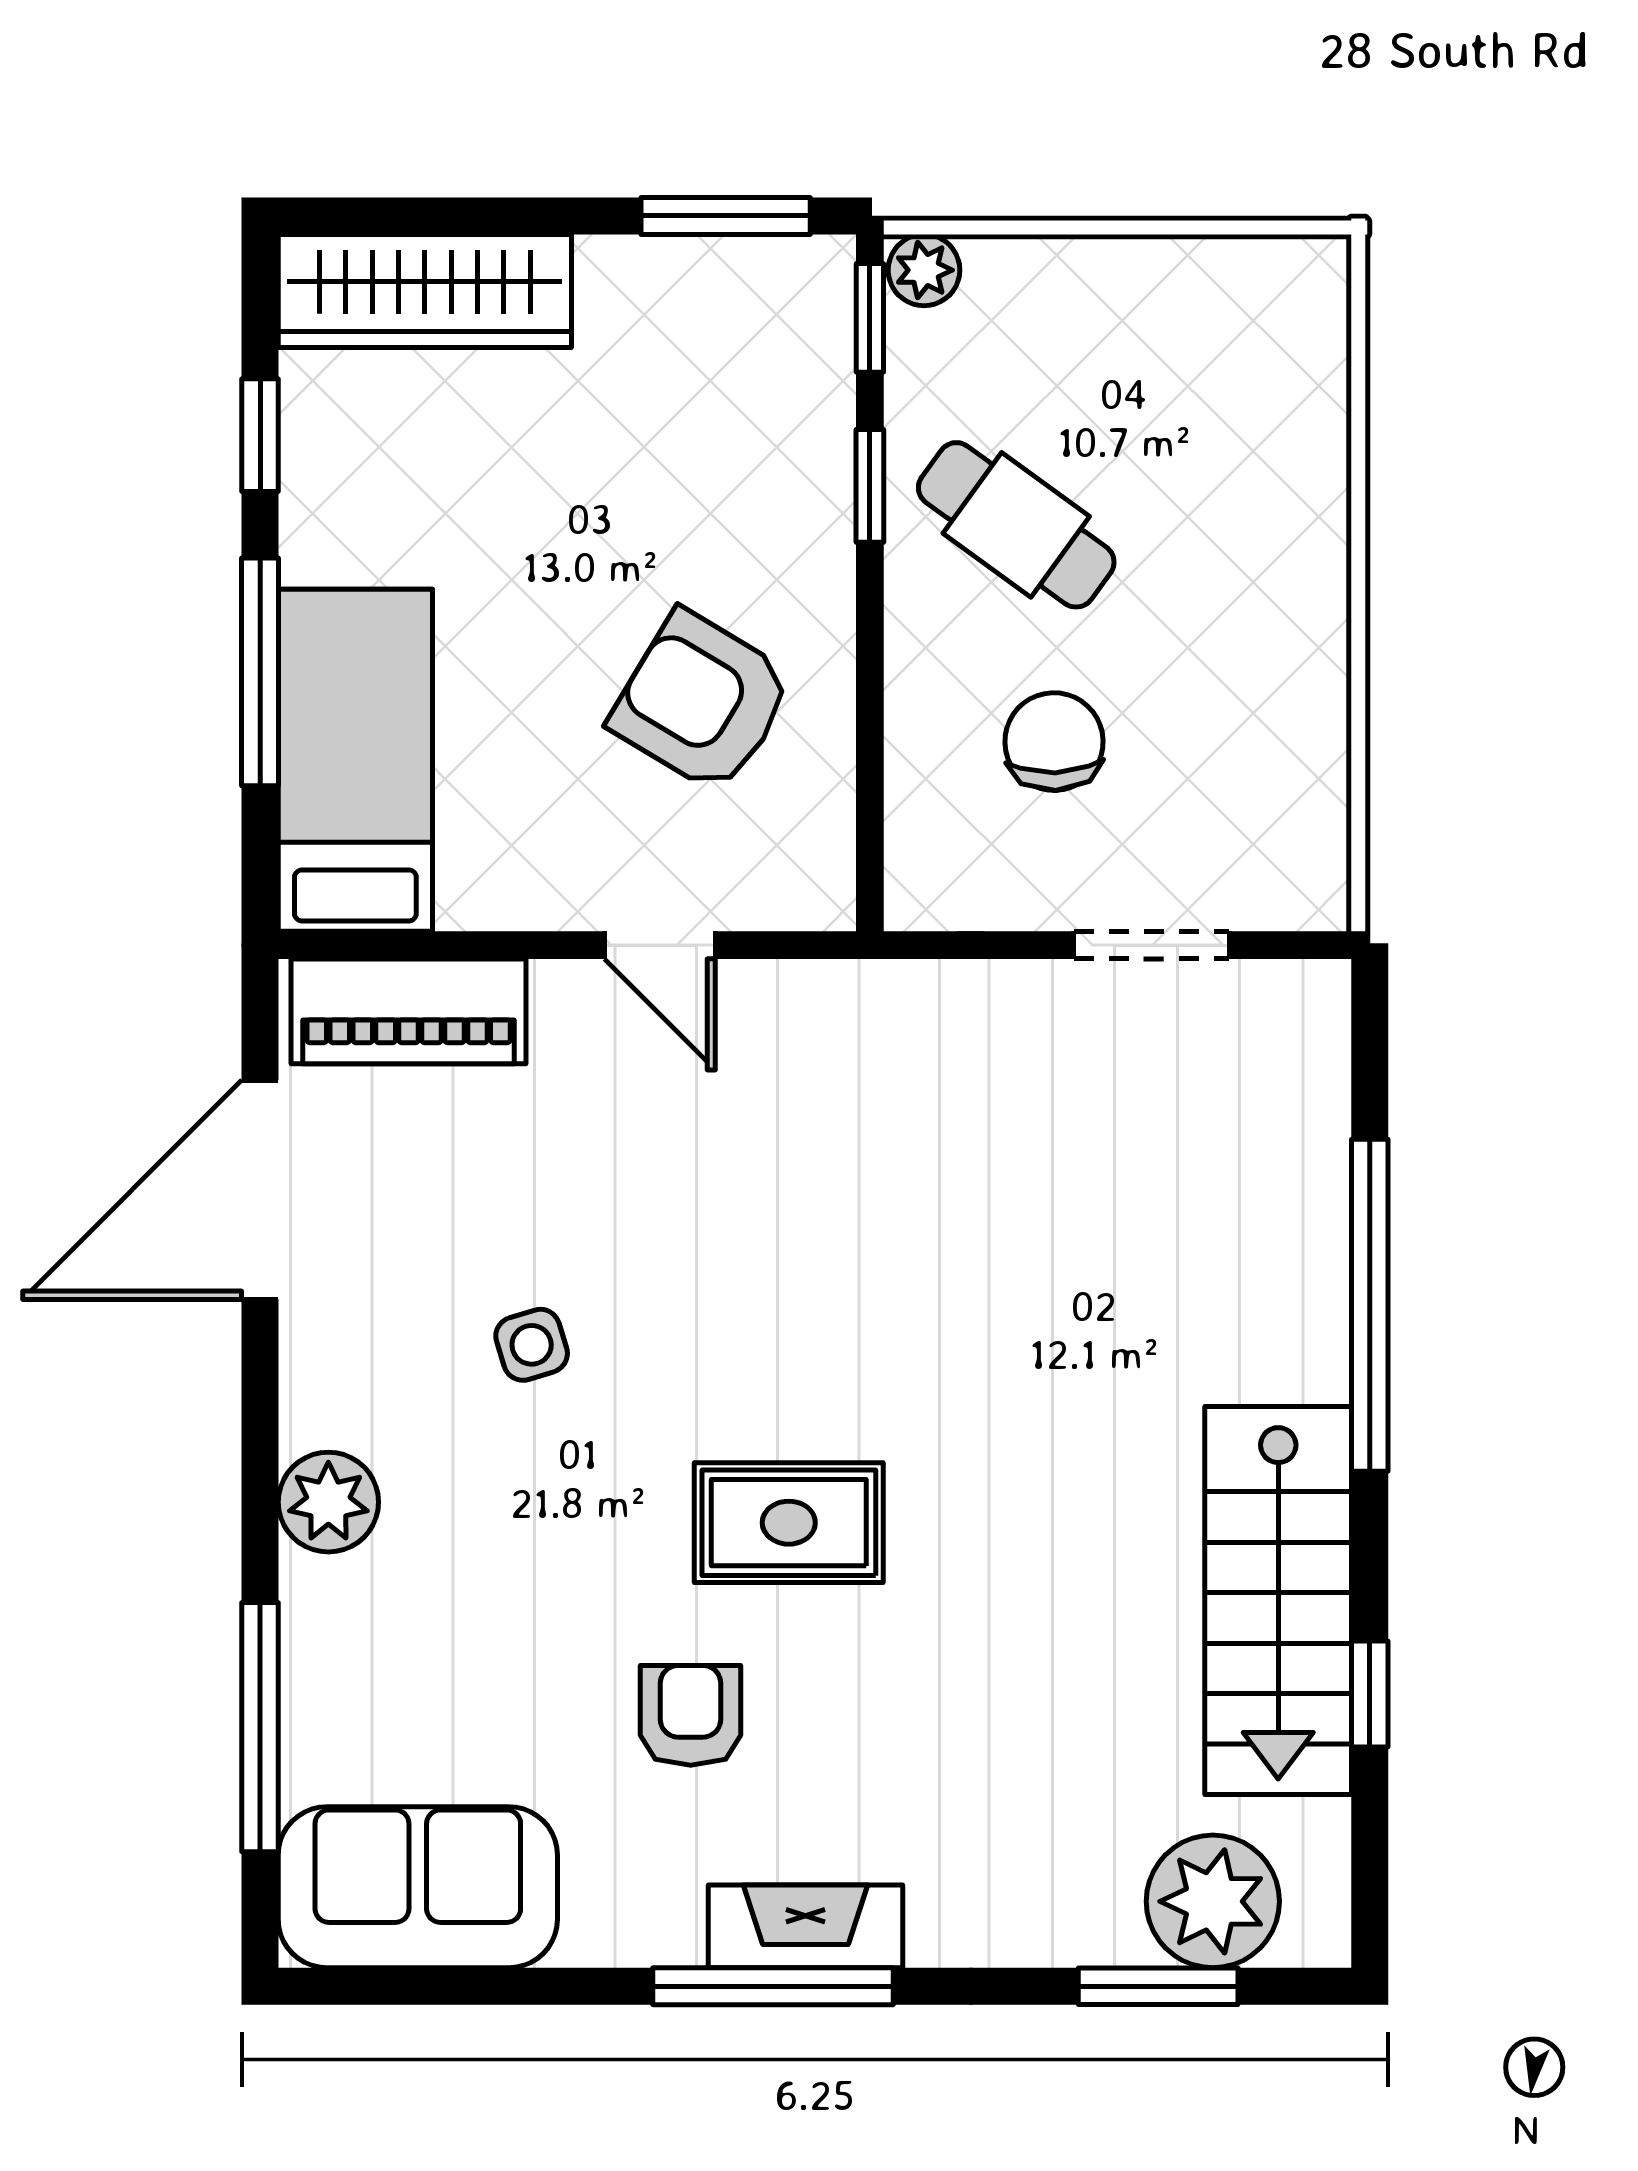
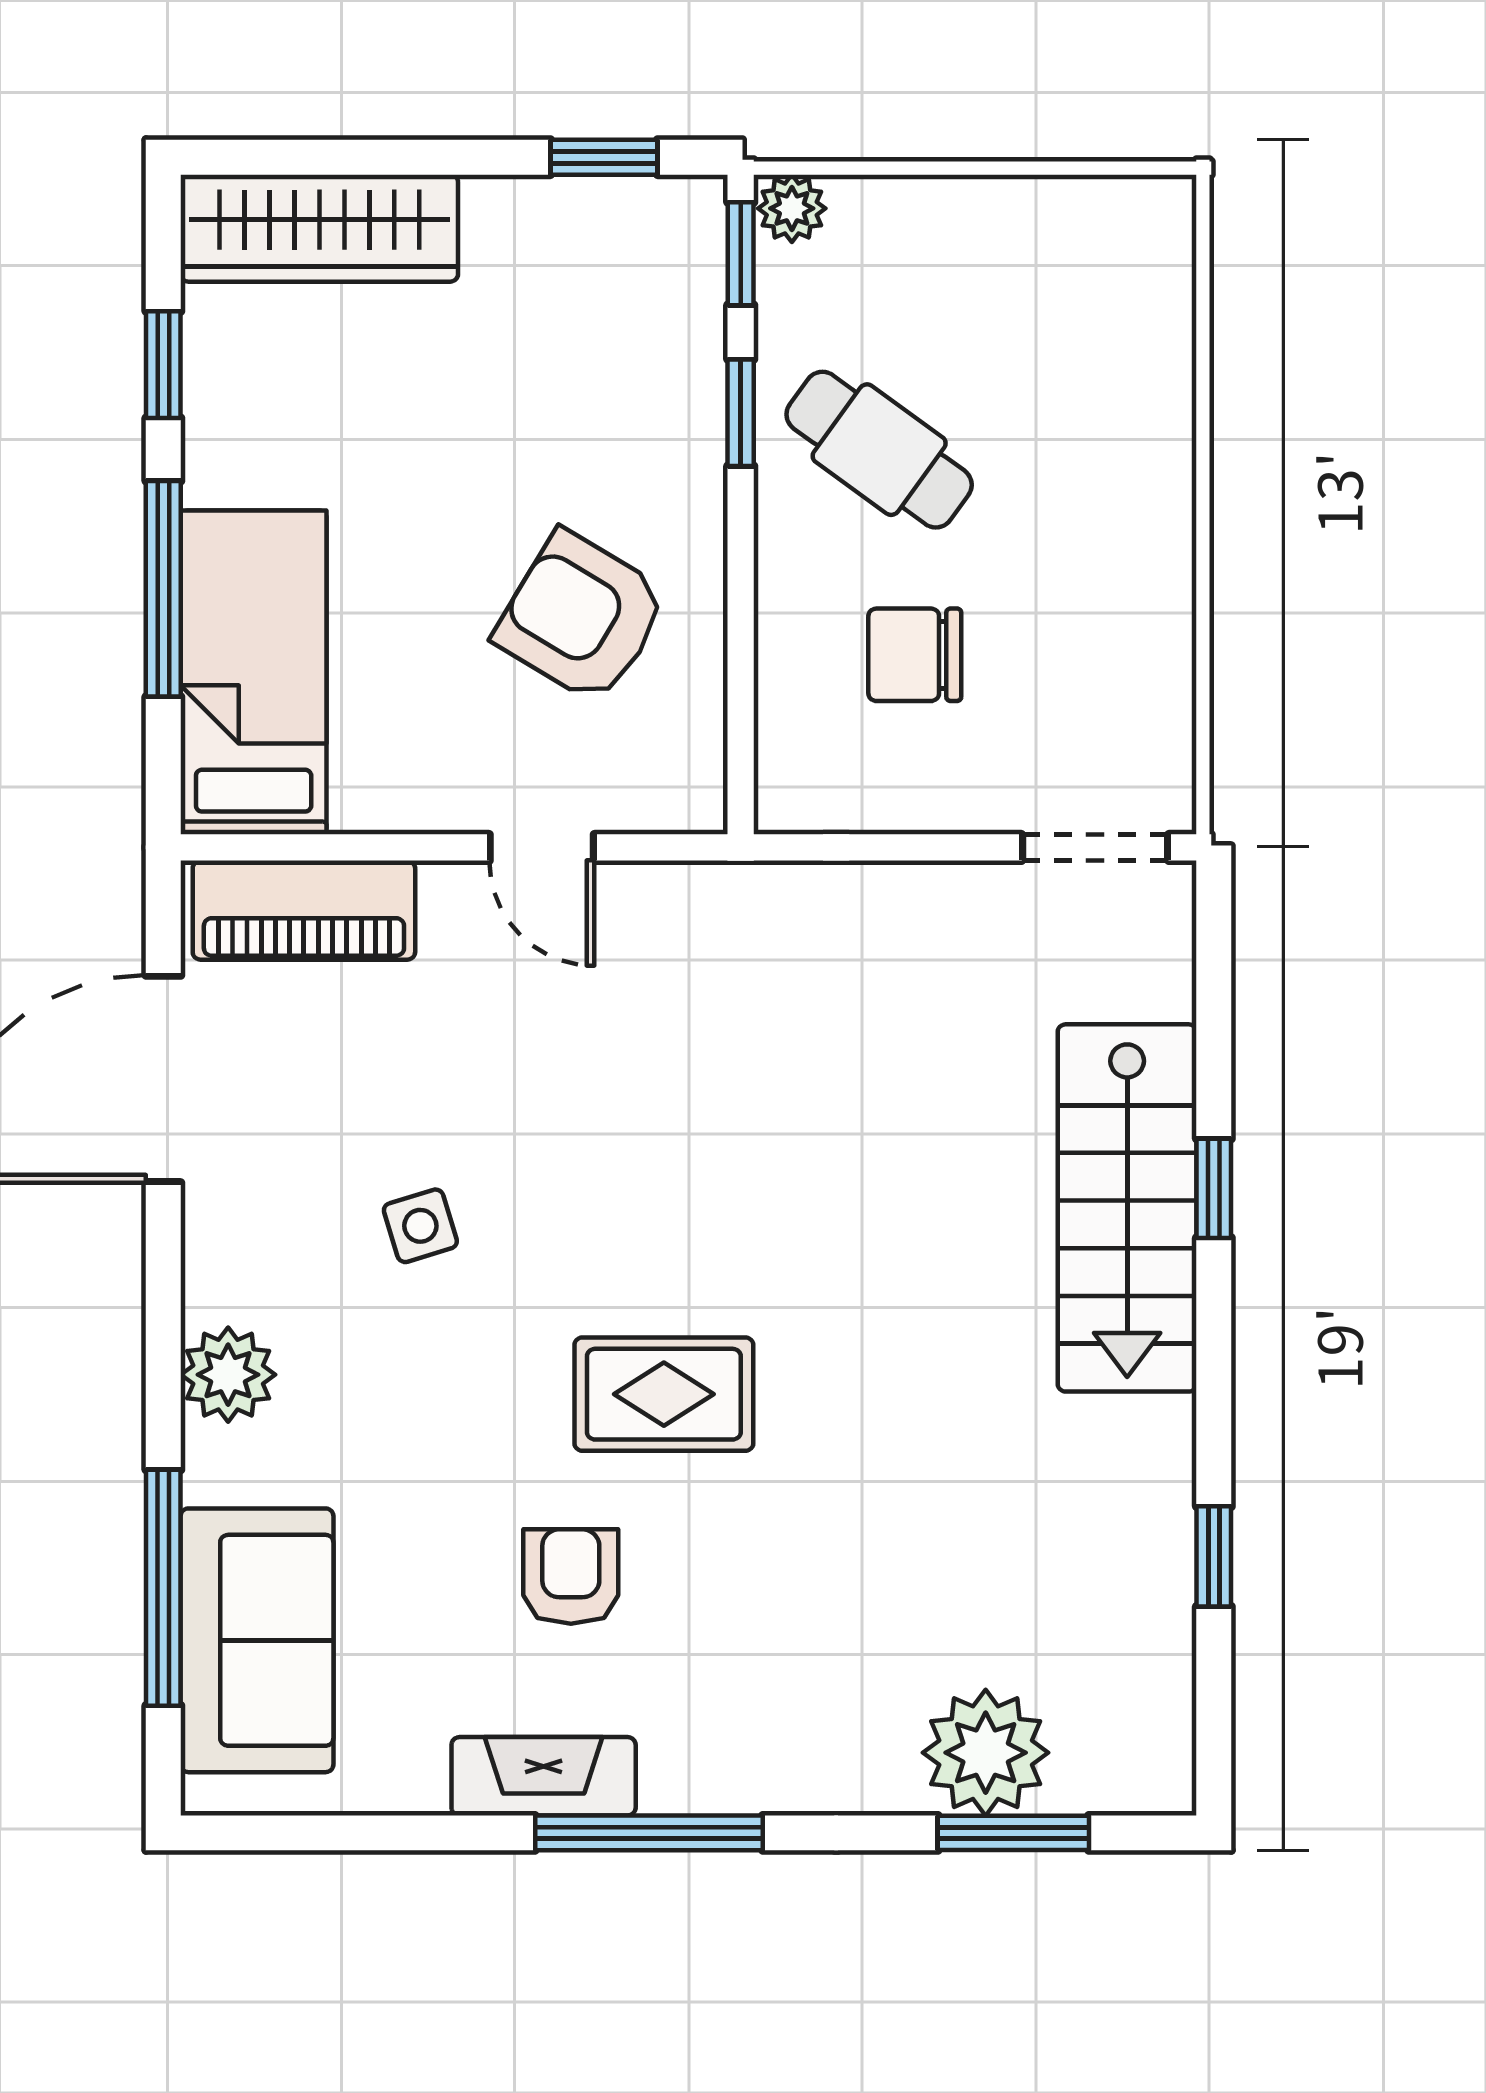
window: (726, 216) -> (604, 157), width x0.67
chair: (1054, 742) -> (915, 655), turned -88
doorway: (1151, 945) -> (1095, 847), moved
window: (1370, 1305) -> (1214, 1188), width x0.32
stairs: (1278, 1600) -> (1127, 1208), moved
sofa: (418, 1887) -> (257, 1640), moved, turned 90
plant: (1213, 1901) -> (986, 1753), moved
fireplace: (805, 1926) -> (544, 1776), moved

